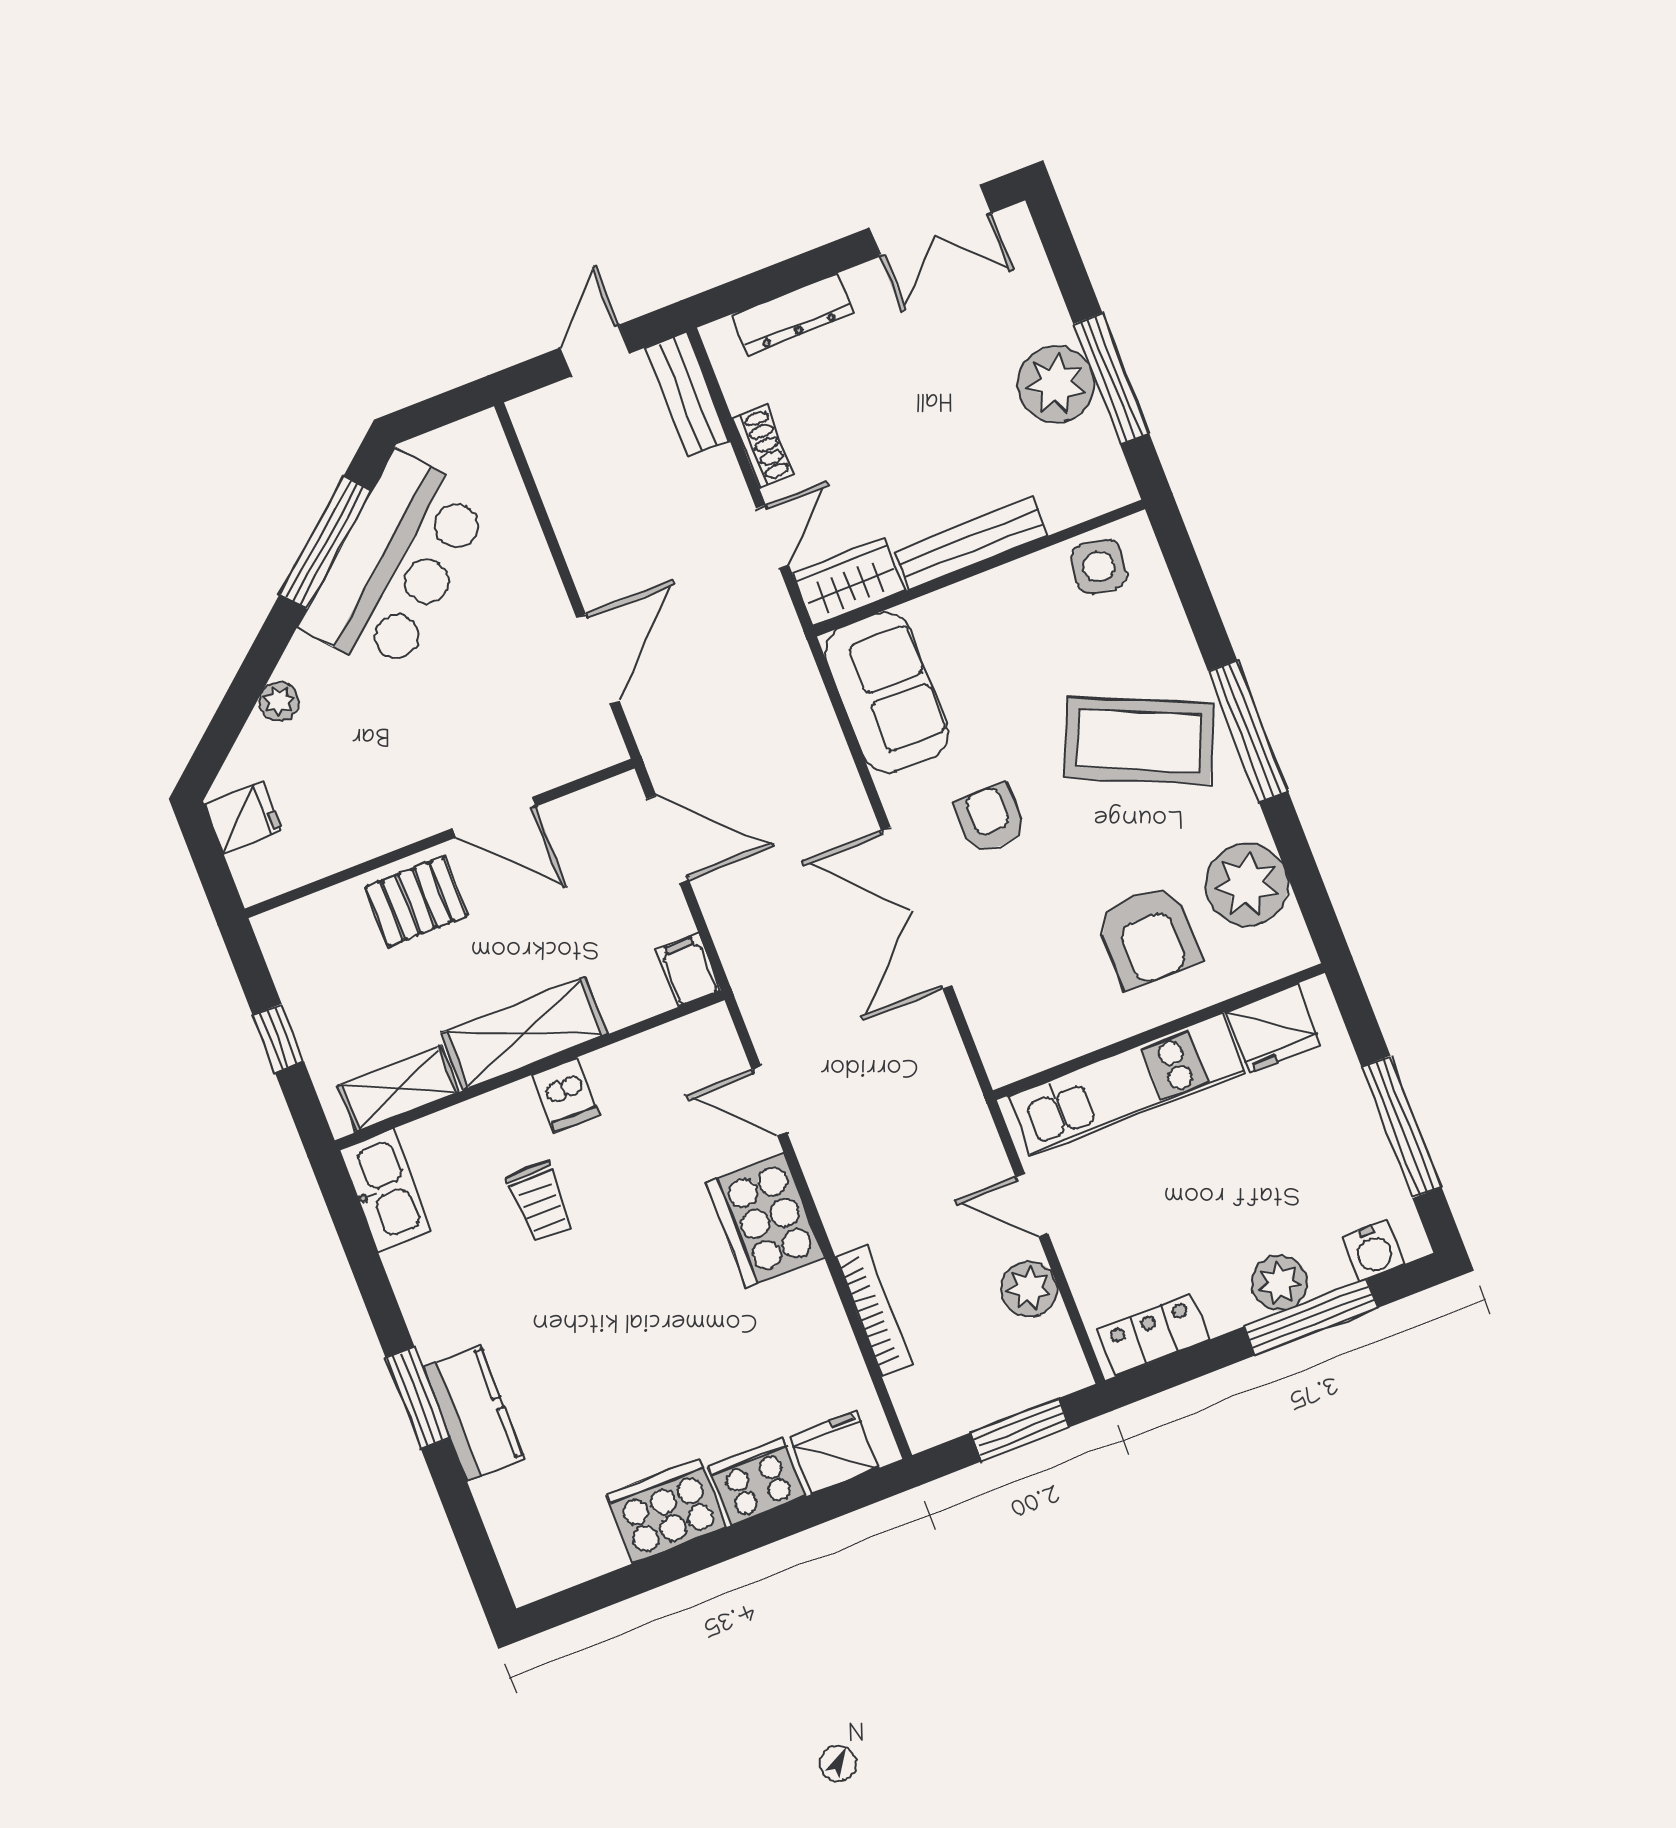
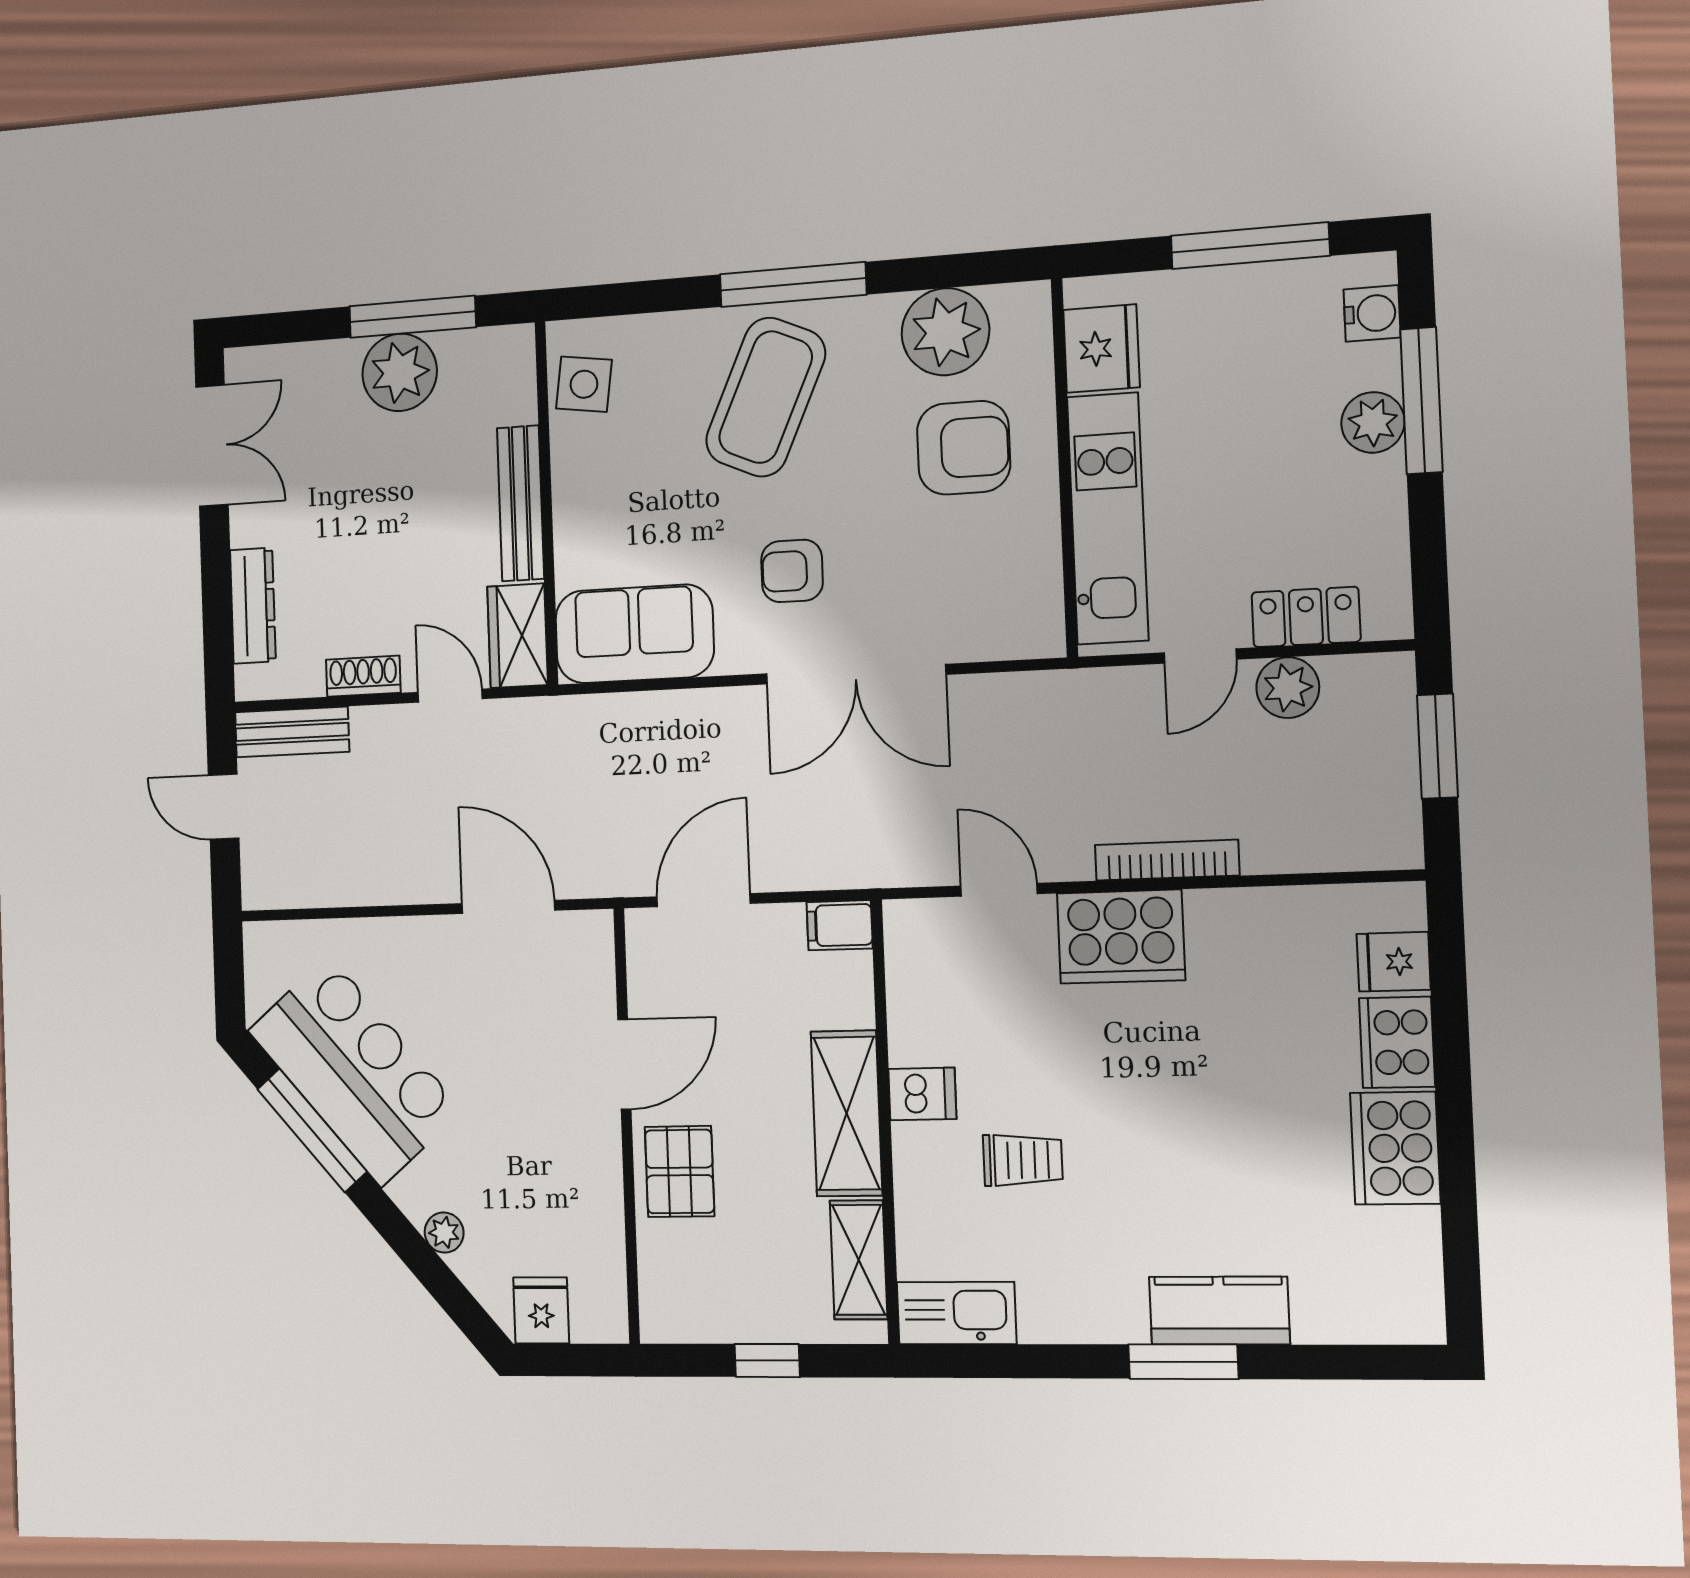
door: (769, 1101) -> (999, 890), swing flipped
bookcase: (874, 1310) -> (1167, 860), moved
locker: (1153, 1335) -> (1306, 617), moved, turned 90
fridge: (834, 1452) -> (1394, 962), width x0.72

